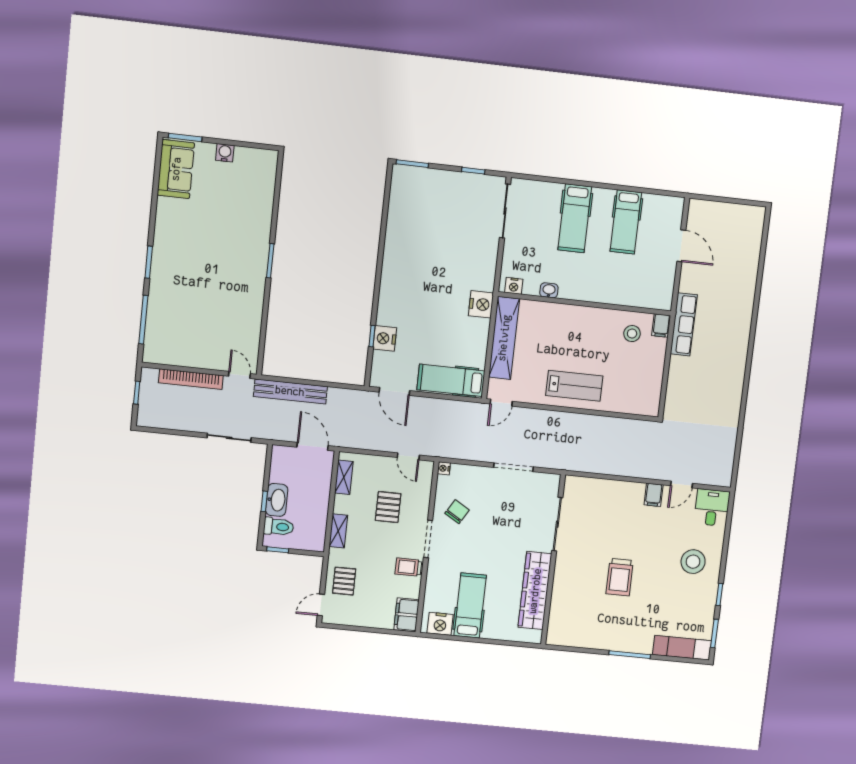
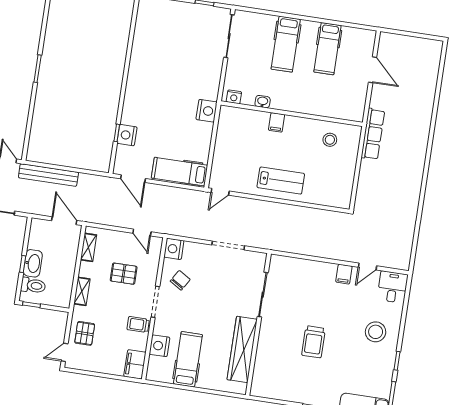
filing cabinet: (661, 325) -> (277, 122), moved
shelving: (504, 338) -> (224, 139), removed
nightstand: (444, 468) -> (174, 249), width x1.89, depth x1.79
pallet: (388, 507) -> (124, 274), turned 90
nightstand: (440, 624) -> (159, 346), moved, turned 90

